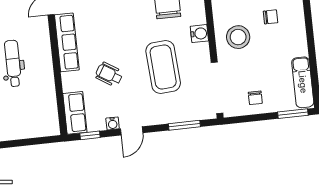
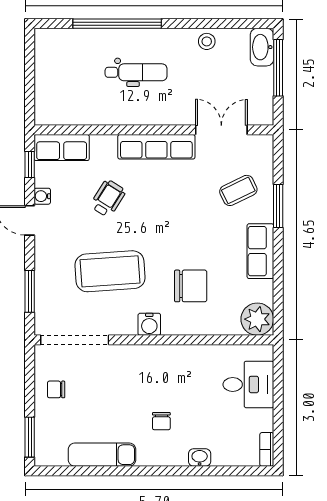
stool: (238, 37) -> (139, 375), removed
exam couch: (303, 82) -> (102, 455), moved

